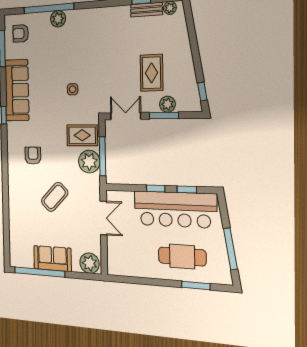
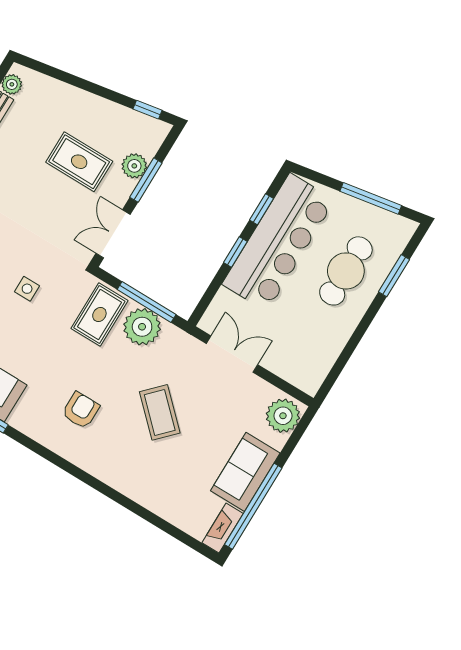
armchair: (33, 156) -> (81, 410), turned 90
fireplace: (21, 262) -> (223, 528), added

